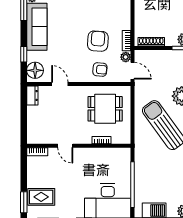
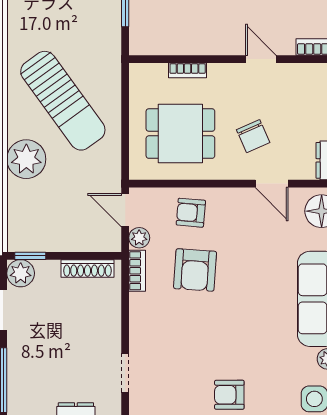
chair: (69, 108) -> (253, 136), added

